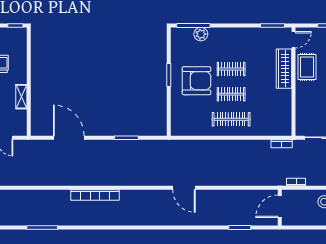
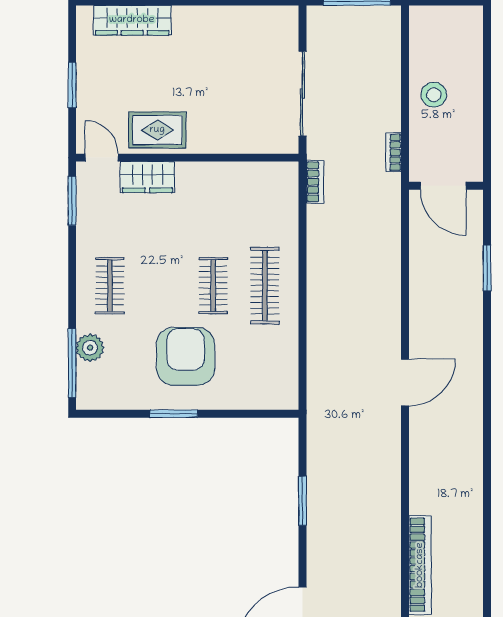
clothes rail: (231, 69) -> (110, 286), moved
wardrobe: (284, 69) -> (147, 177), width x0.67

